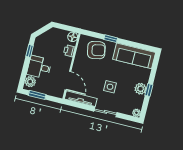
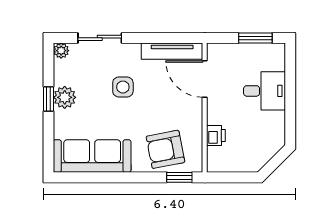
floor lamp: (73, 37) -> (216, 163), removed
window: (111, 39) -> (179, 177), moved
window: (30, 51) -> (290, 117), removed
plant: (30, 82) -> (275, 60), removed
sliding door: (106, 112) -> (100, 38), moved

